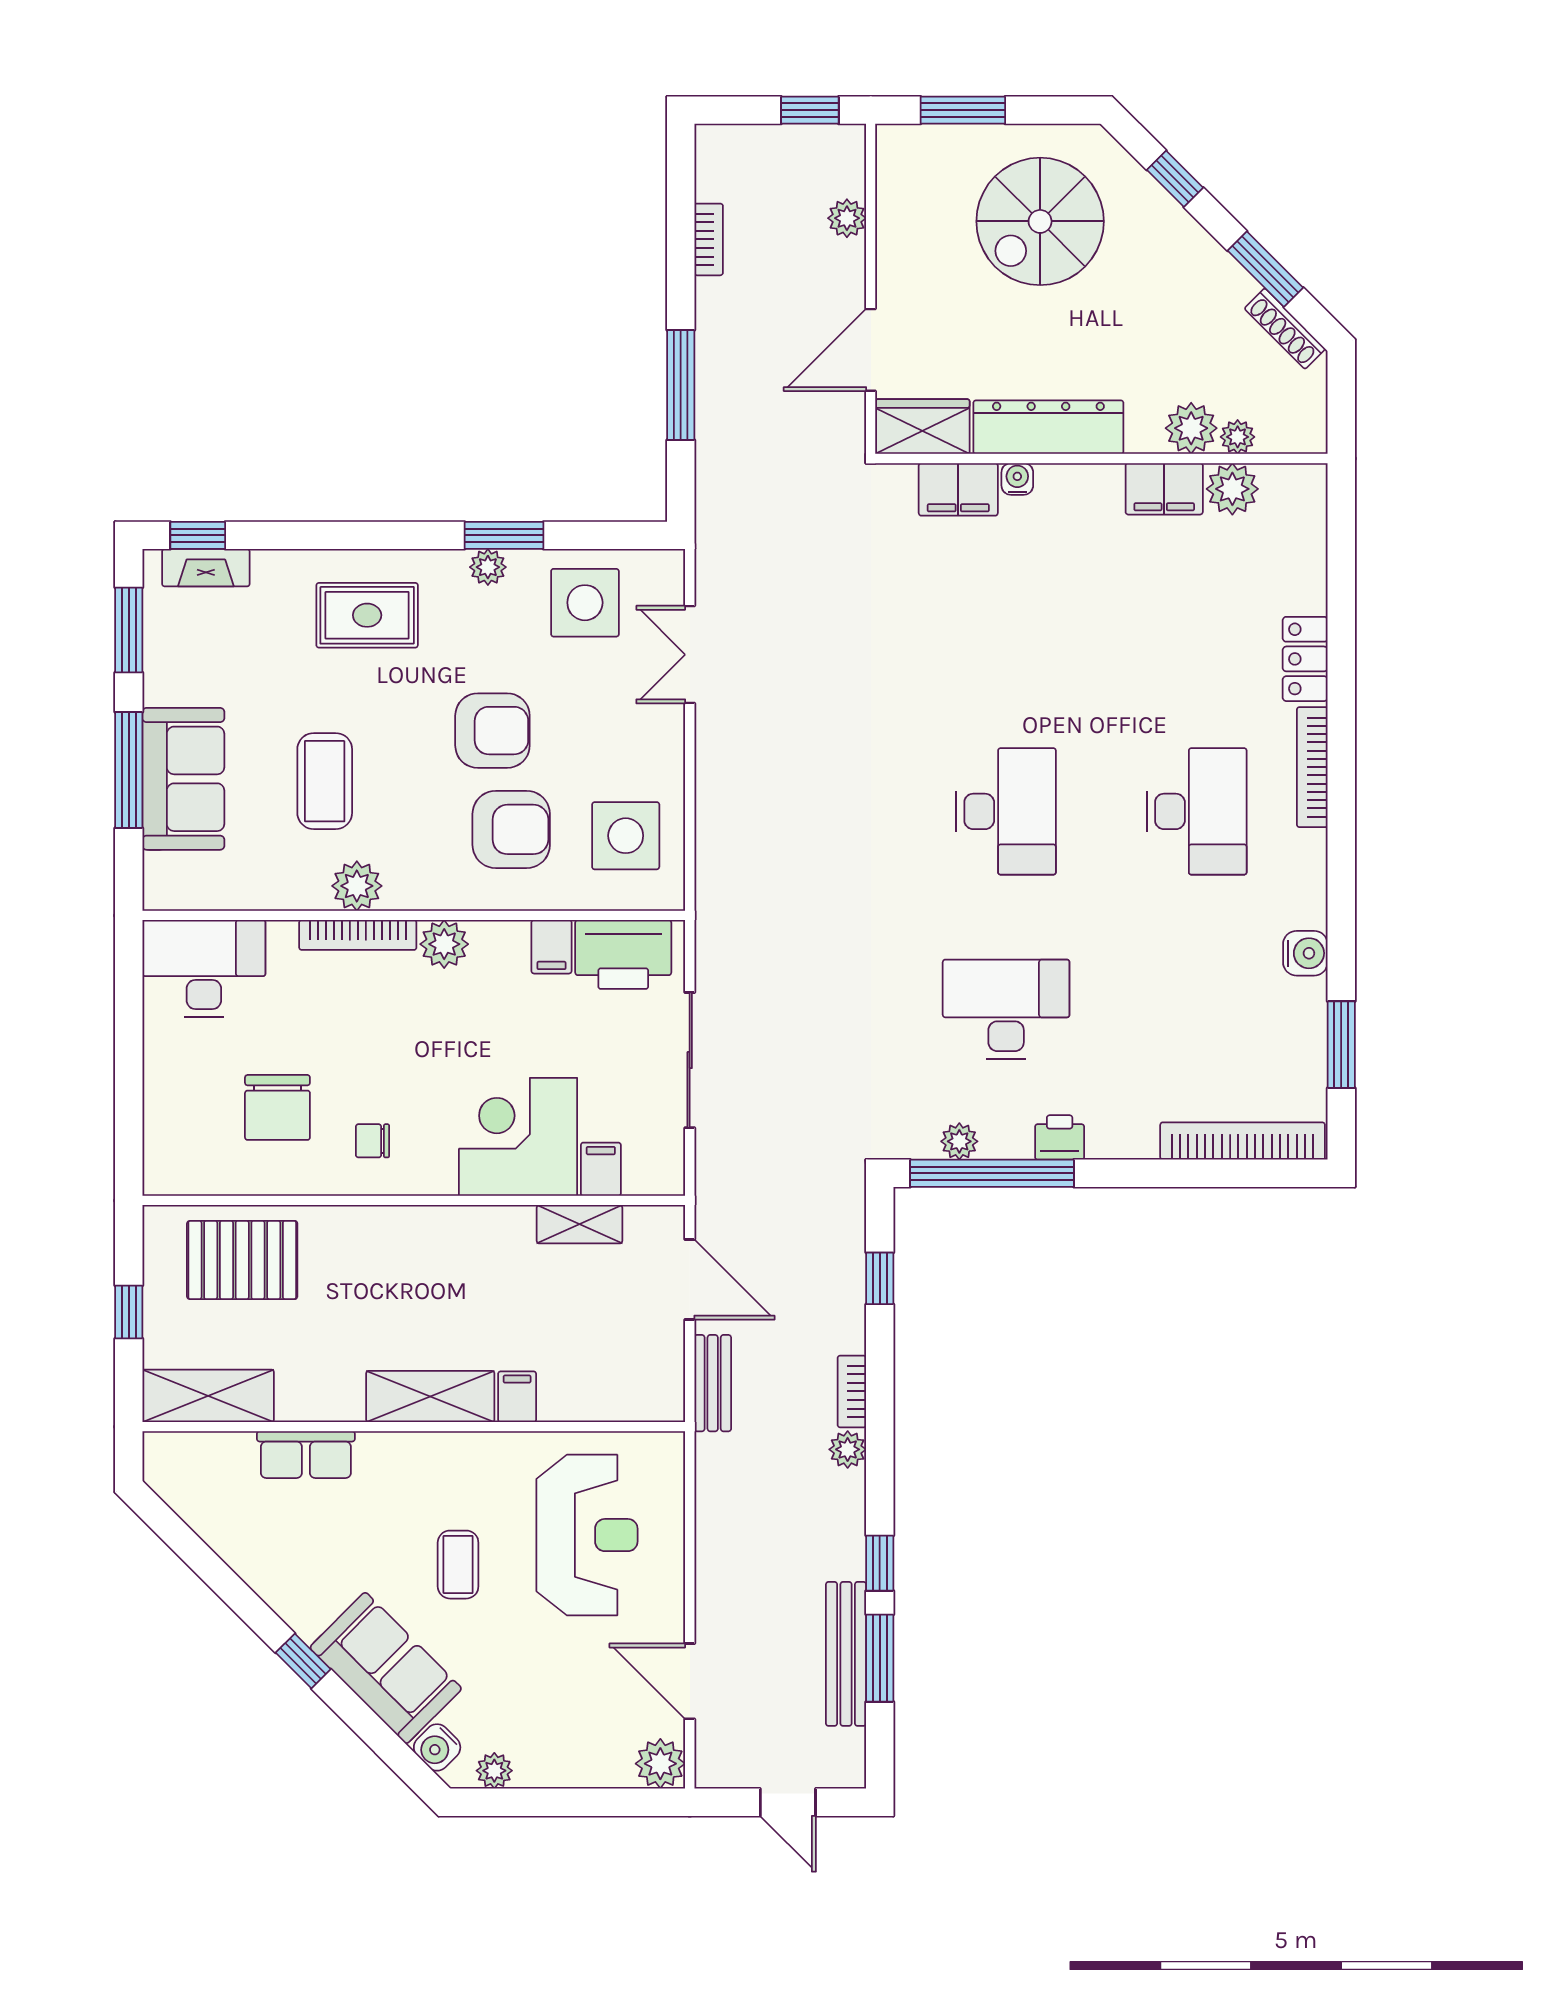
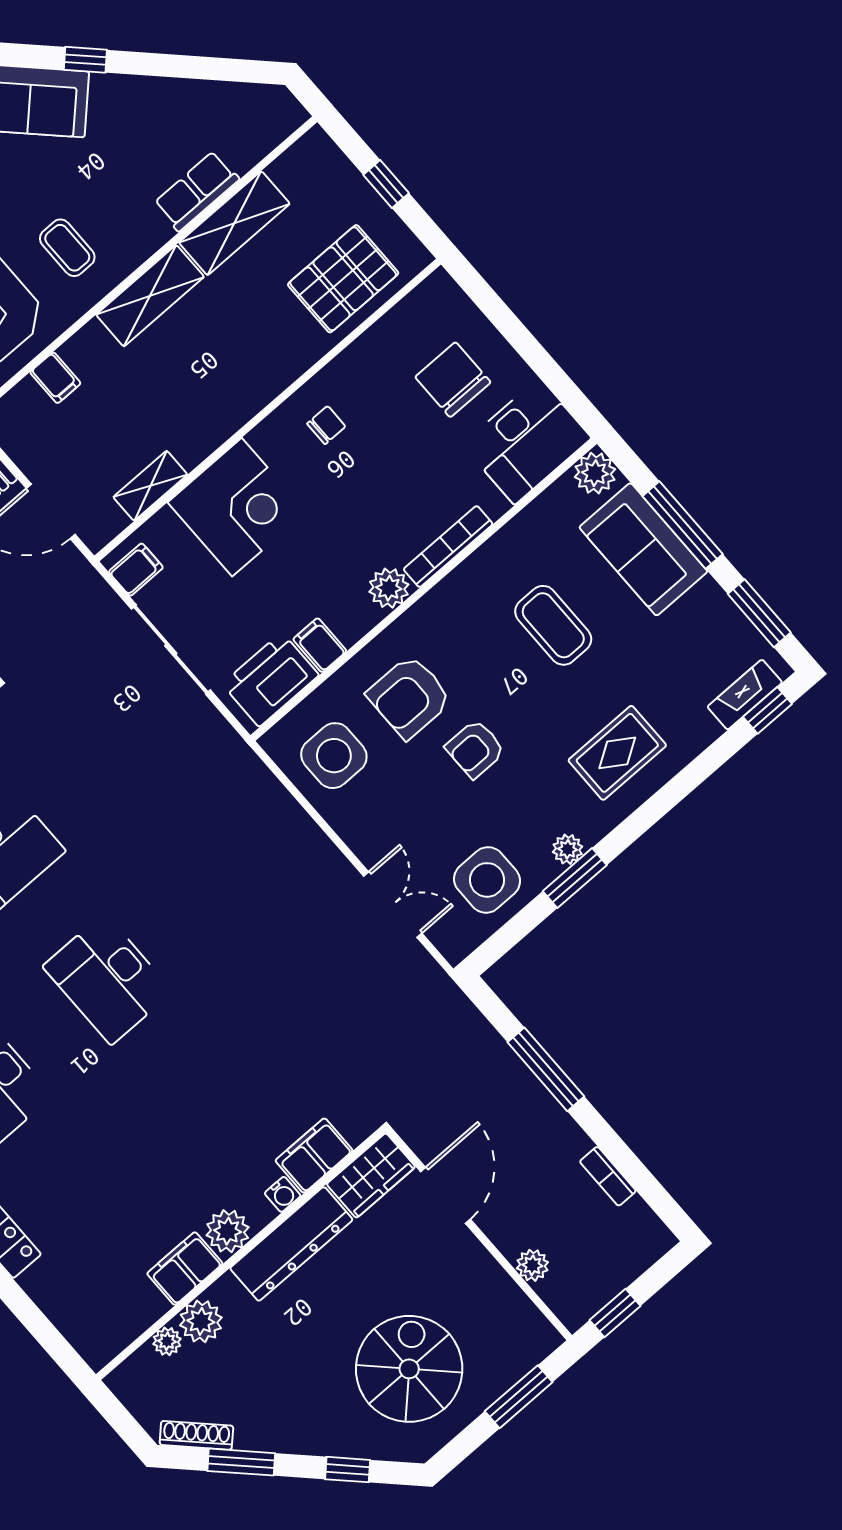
plant: (1232, 489) -> (228, 1231), moved
armchair: (492, 731) -> (475, 749), width x0.72, depth x0.72
plant: (357, 886) -> (595, 473), moved
chair: (277, 1107) -> (453, 380), moved
filing cabinet: (601, 1169) -> (136, 570), moved, turned -90
shelving: (208, 1396) -> (234, 223), moved
filing cabinet: (517, 1397) -> (55, 378), moved
coffee table: (458, 1565) -> (67, 248), moved

